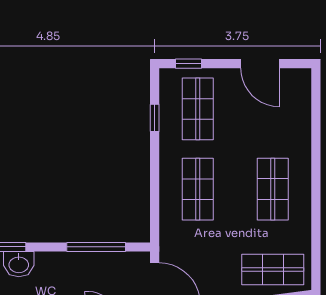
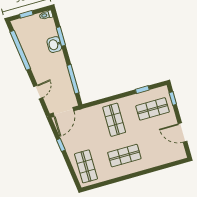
door: (260, 64) -> (182, 133), hinge flipped
shop shelf: (198, 189) -> (114, 120), turned 90

